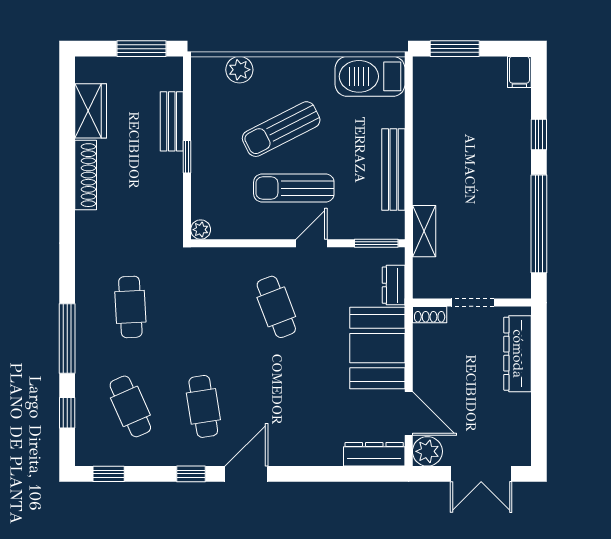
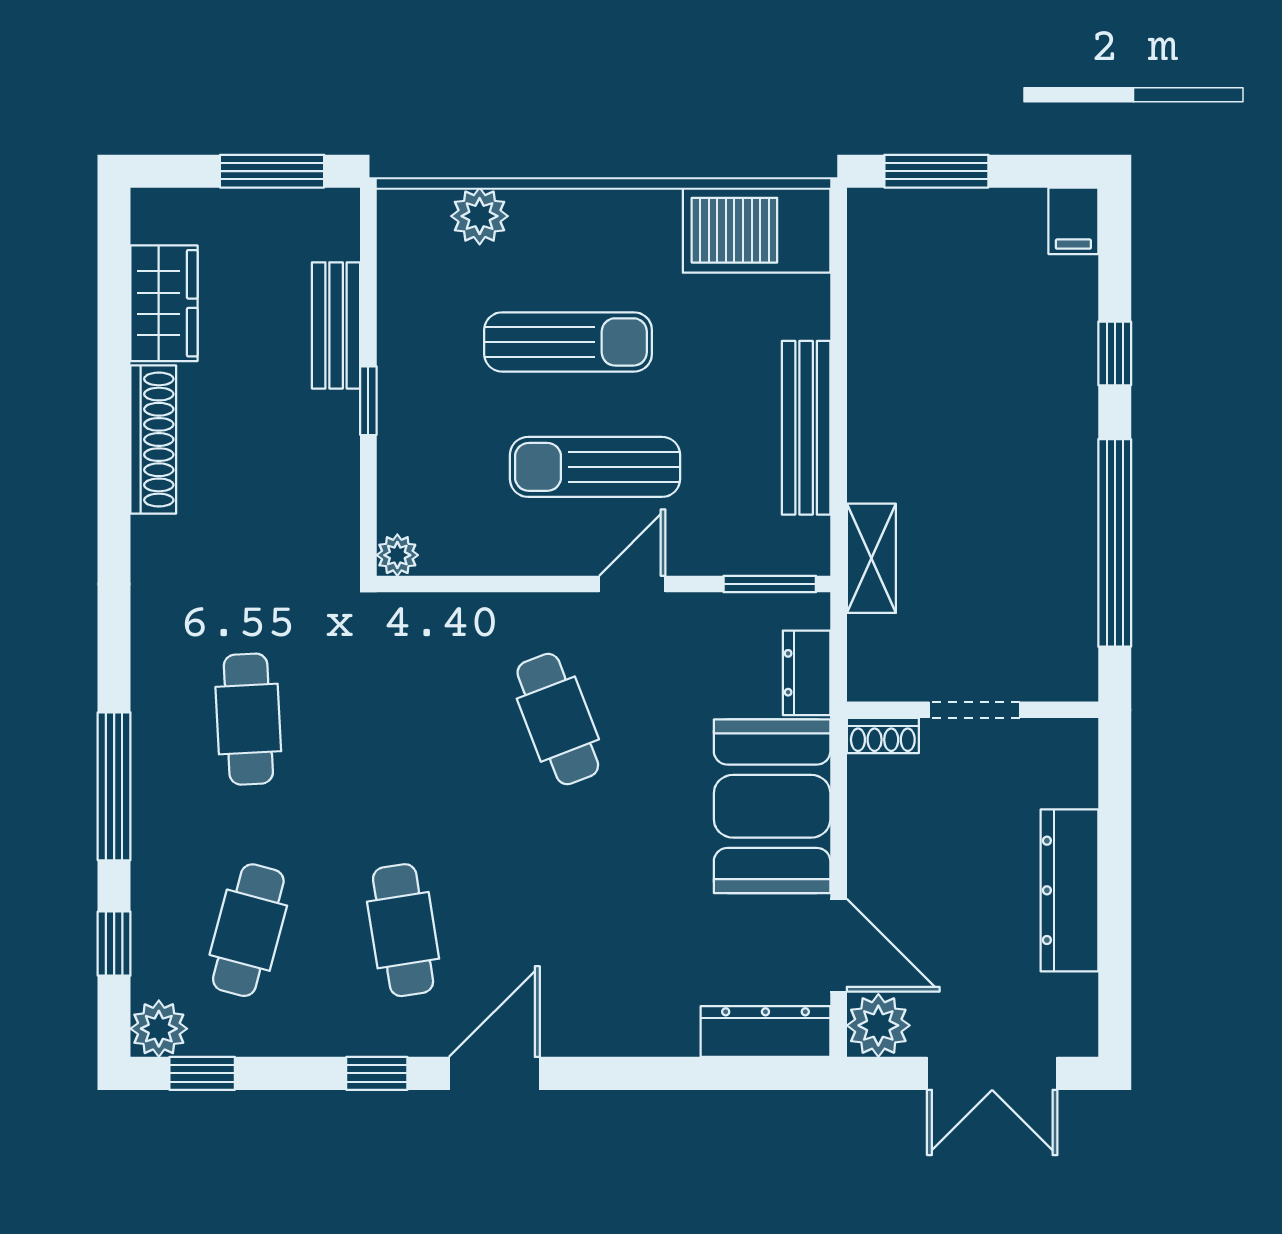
sun lounger: (281, 129) -> (568, 342), turned -153
dresser: (518, 354) -> (1069, 890), moved
cafe table: (130, 406) -> (248, 930), turned 39
plant: (88, 453) -> (159, 1029), added

